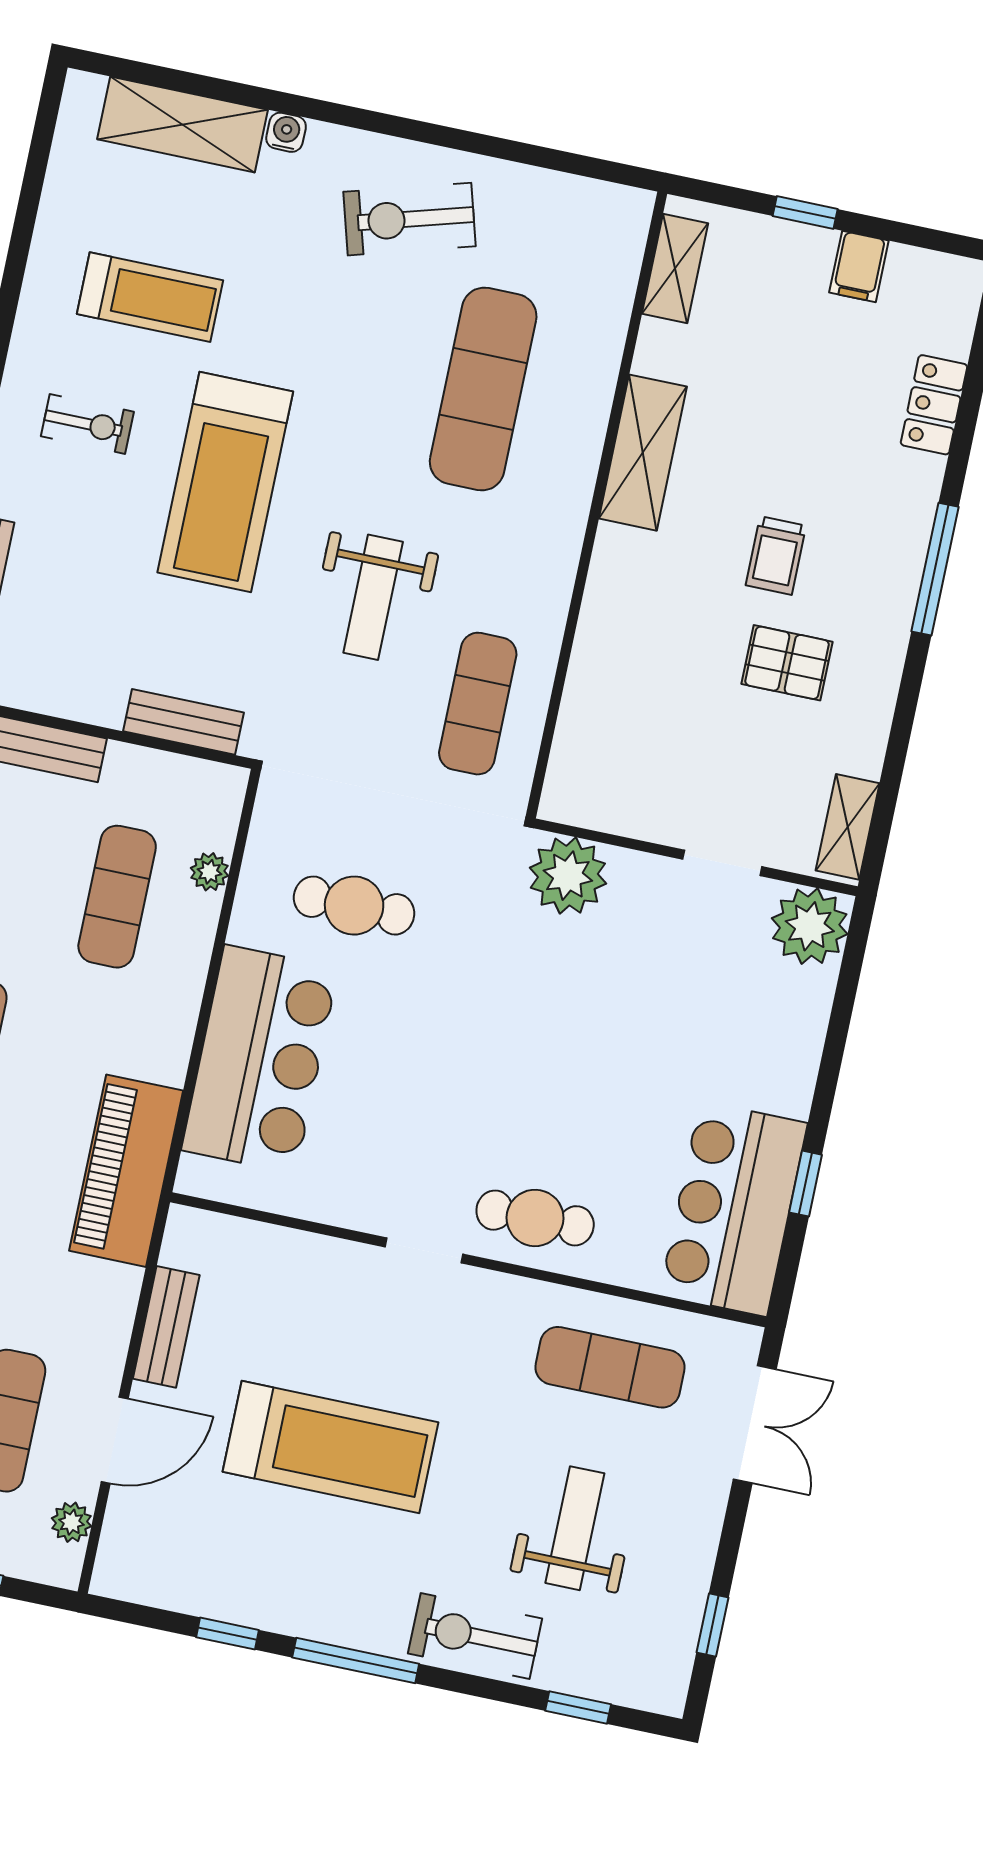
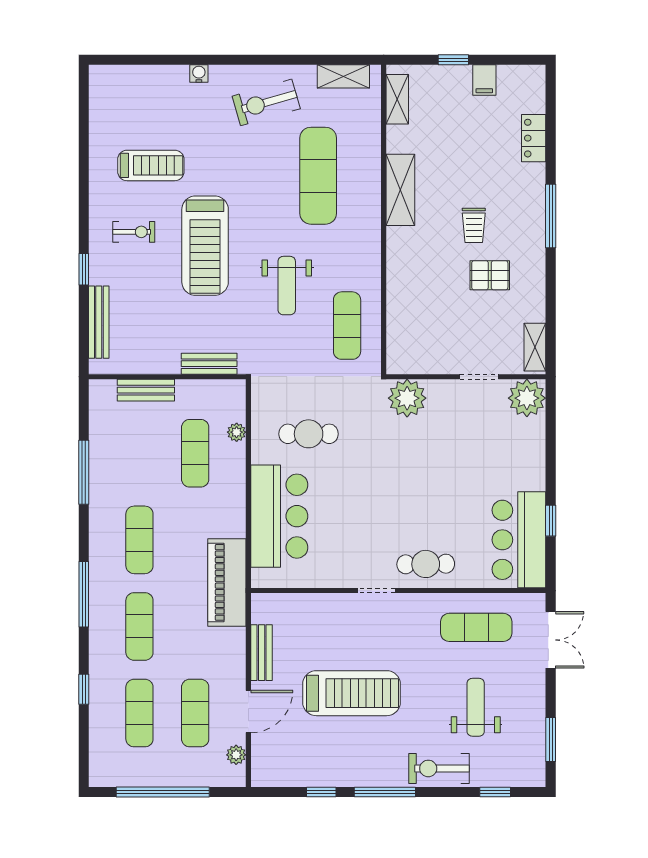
shelving: (183, 125) -> (343, 76), moved, width x0.67, depth x0.75
window: (712, 1625) -> (551, 739), width x1.50

